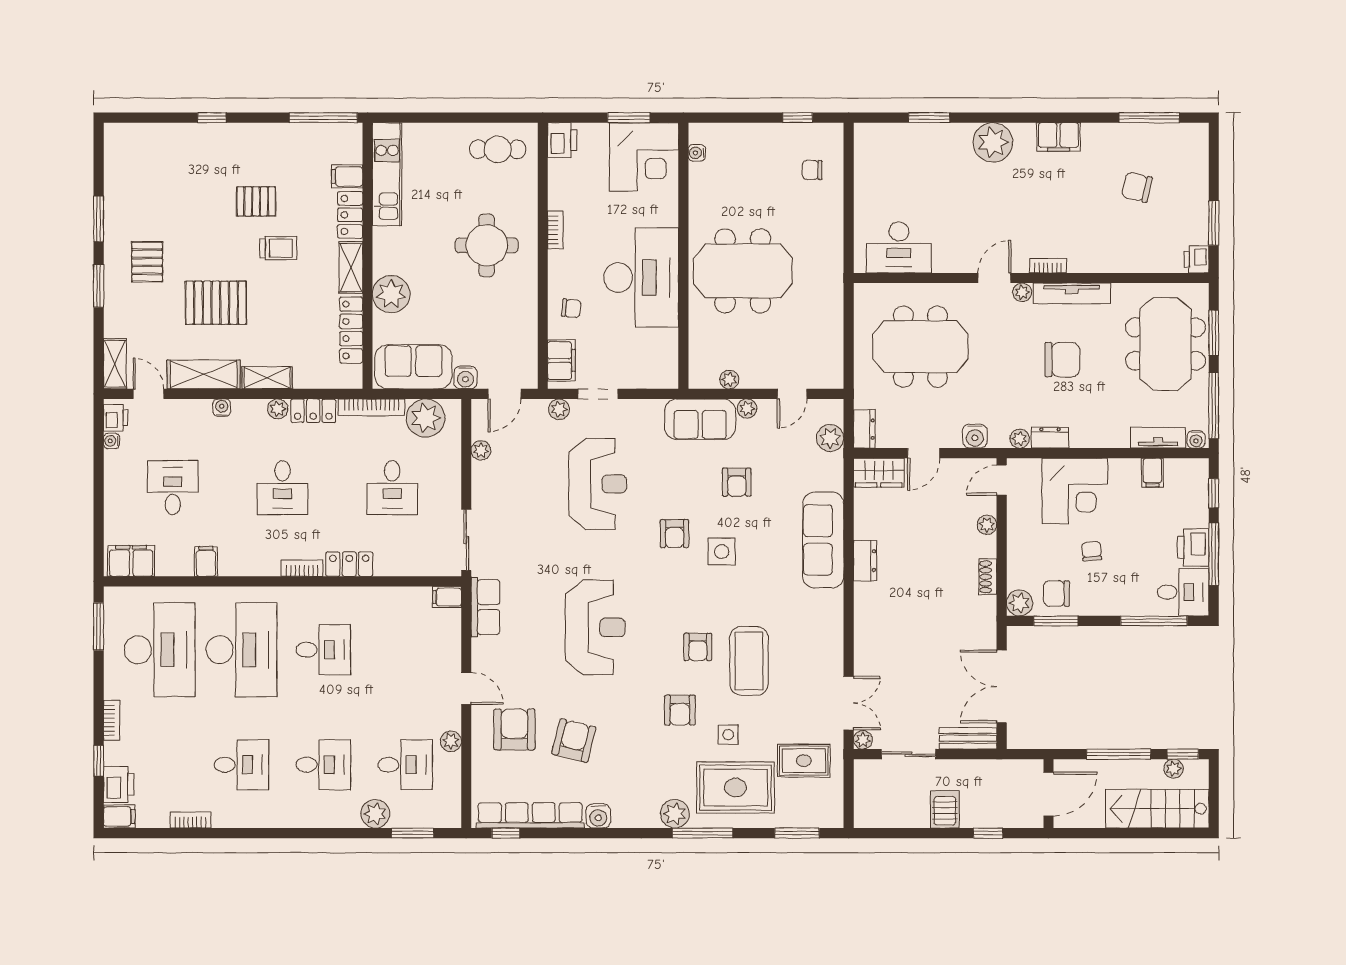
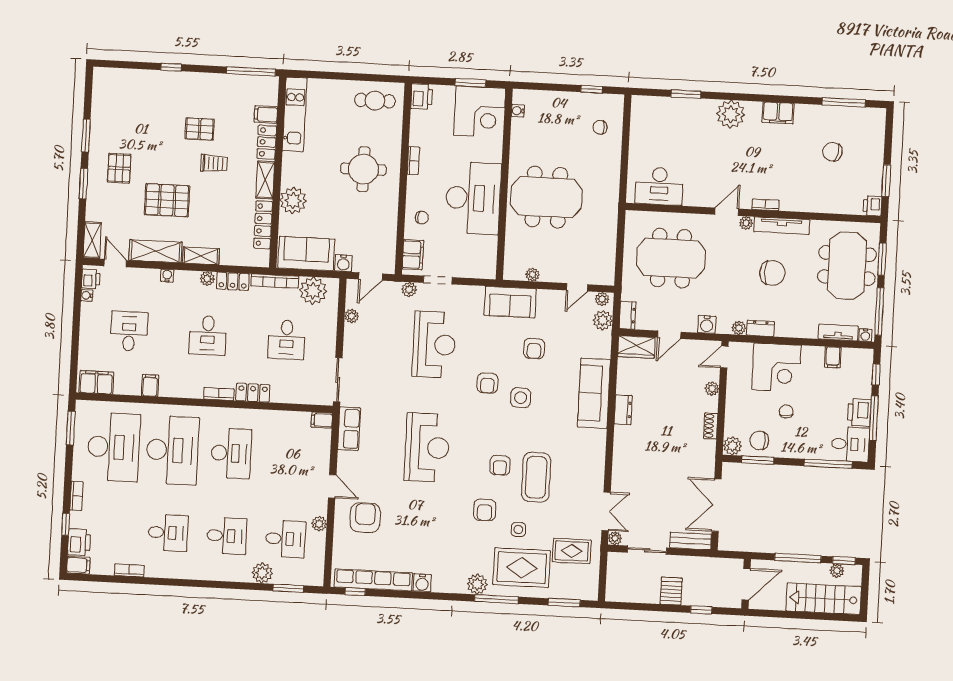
plant: (747, 409) -> (602, 299), moved
desk: (323, 650) -> (231, 453), width x1.37
armchair: (574, 740) -> (407, 528), removed

